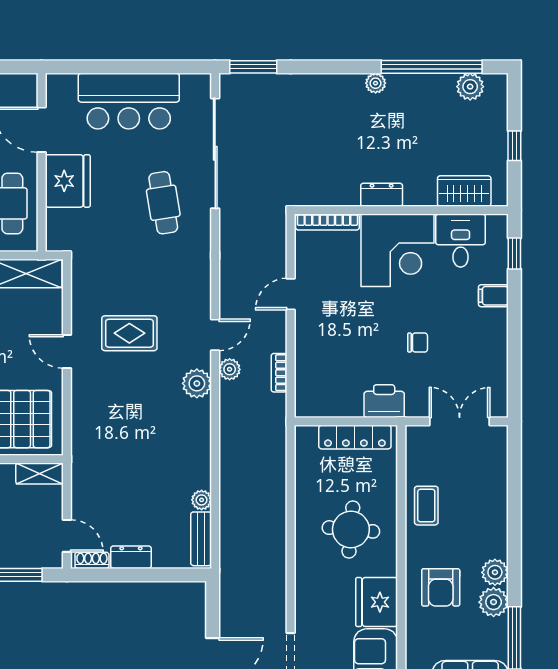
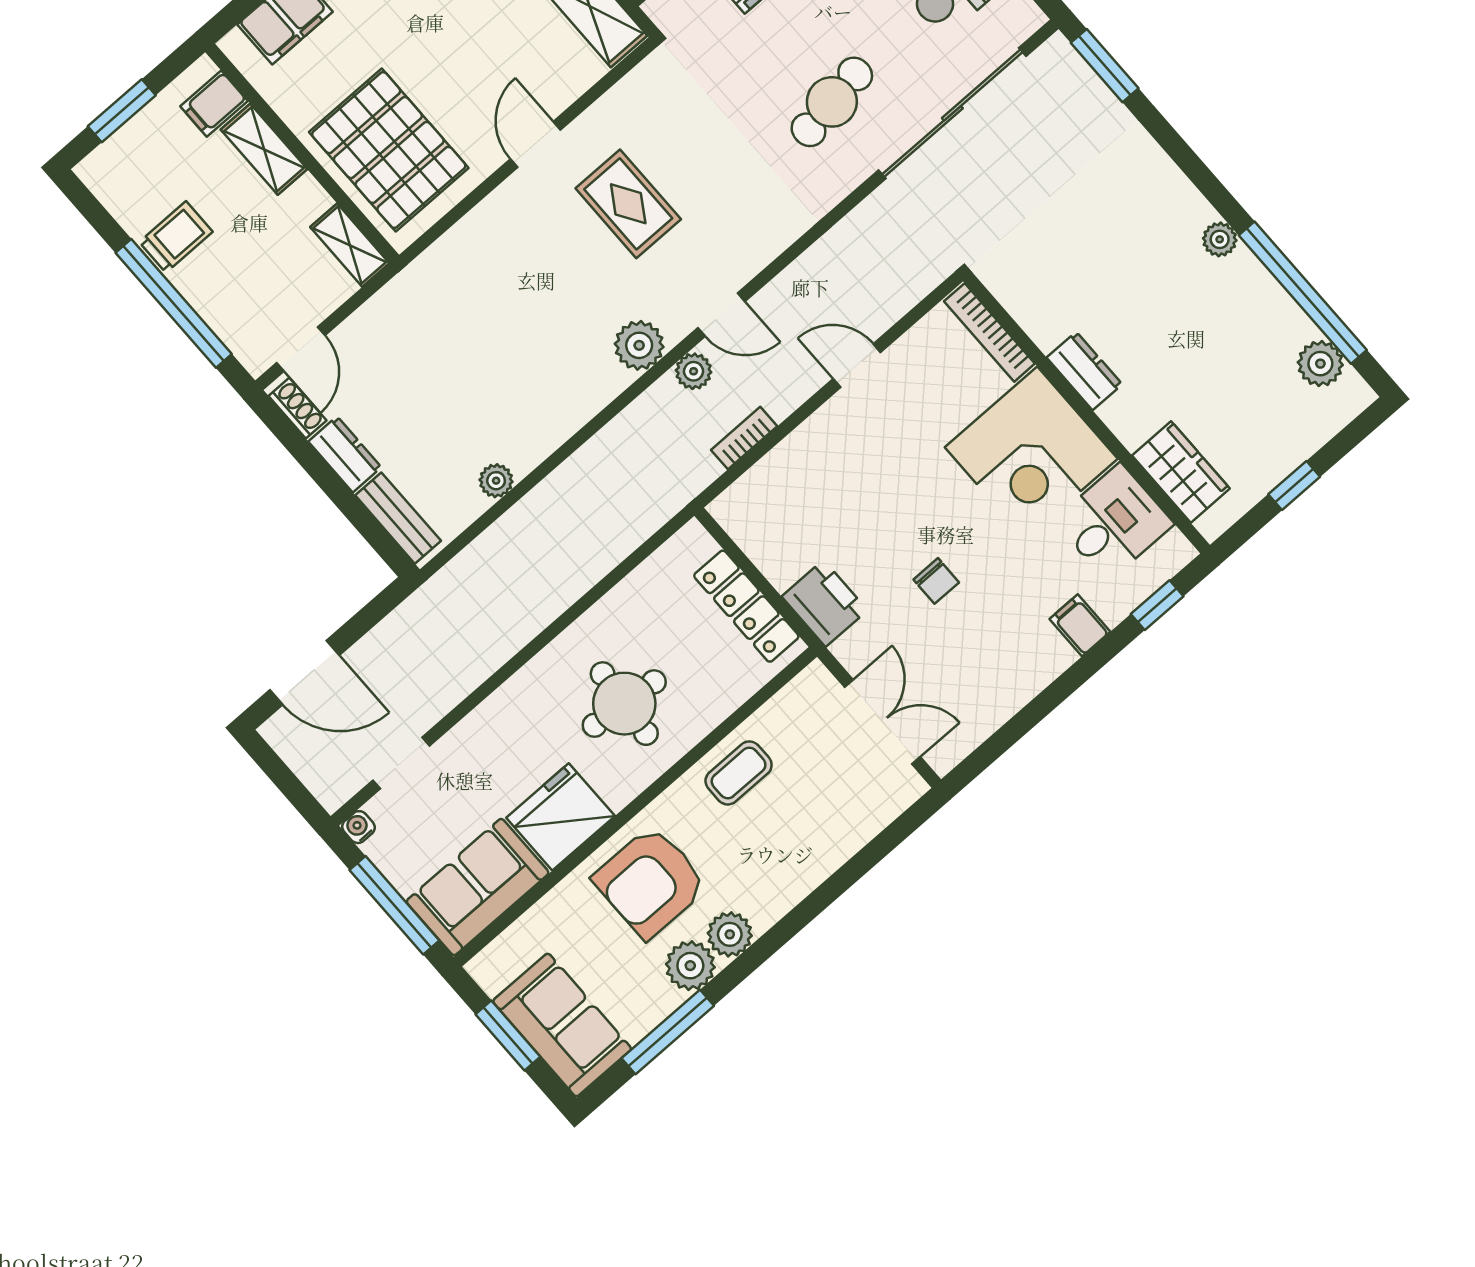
bench: (201, 539) -> (398, 518), moved, turned 90
armchair: (441, 587) -> (650, 882), width x1.36, depth x1.36

